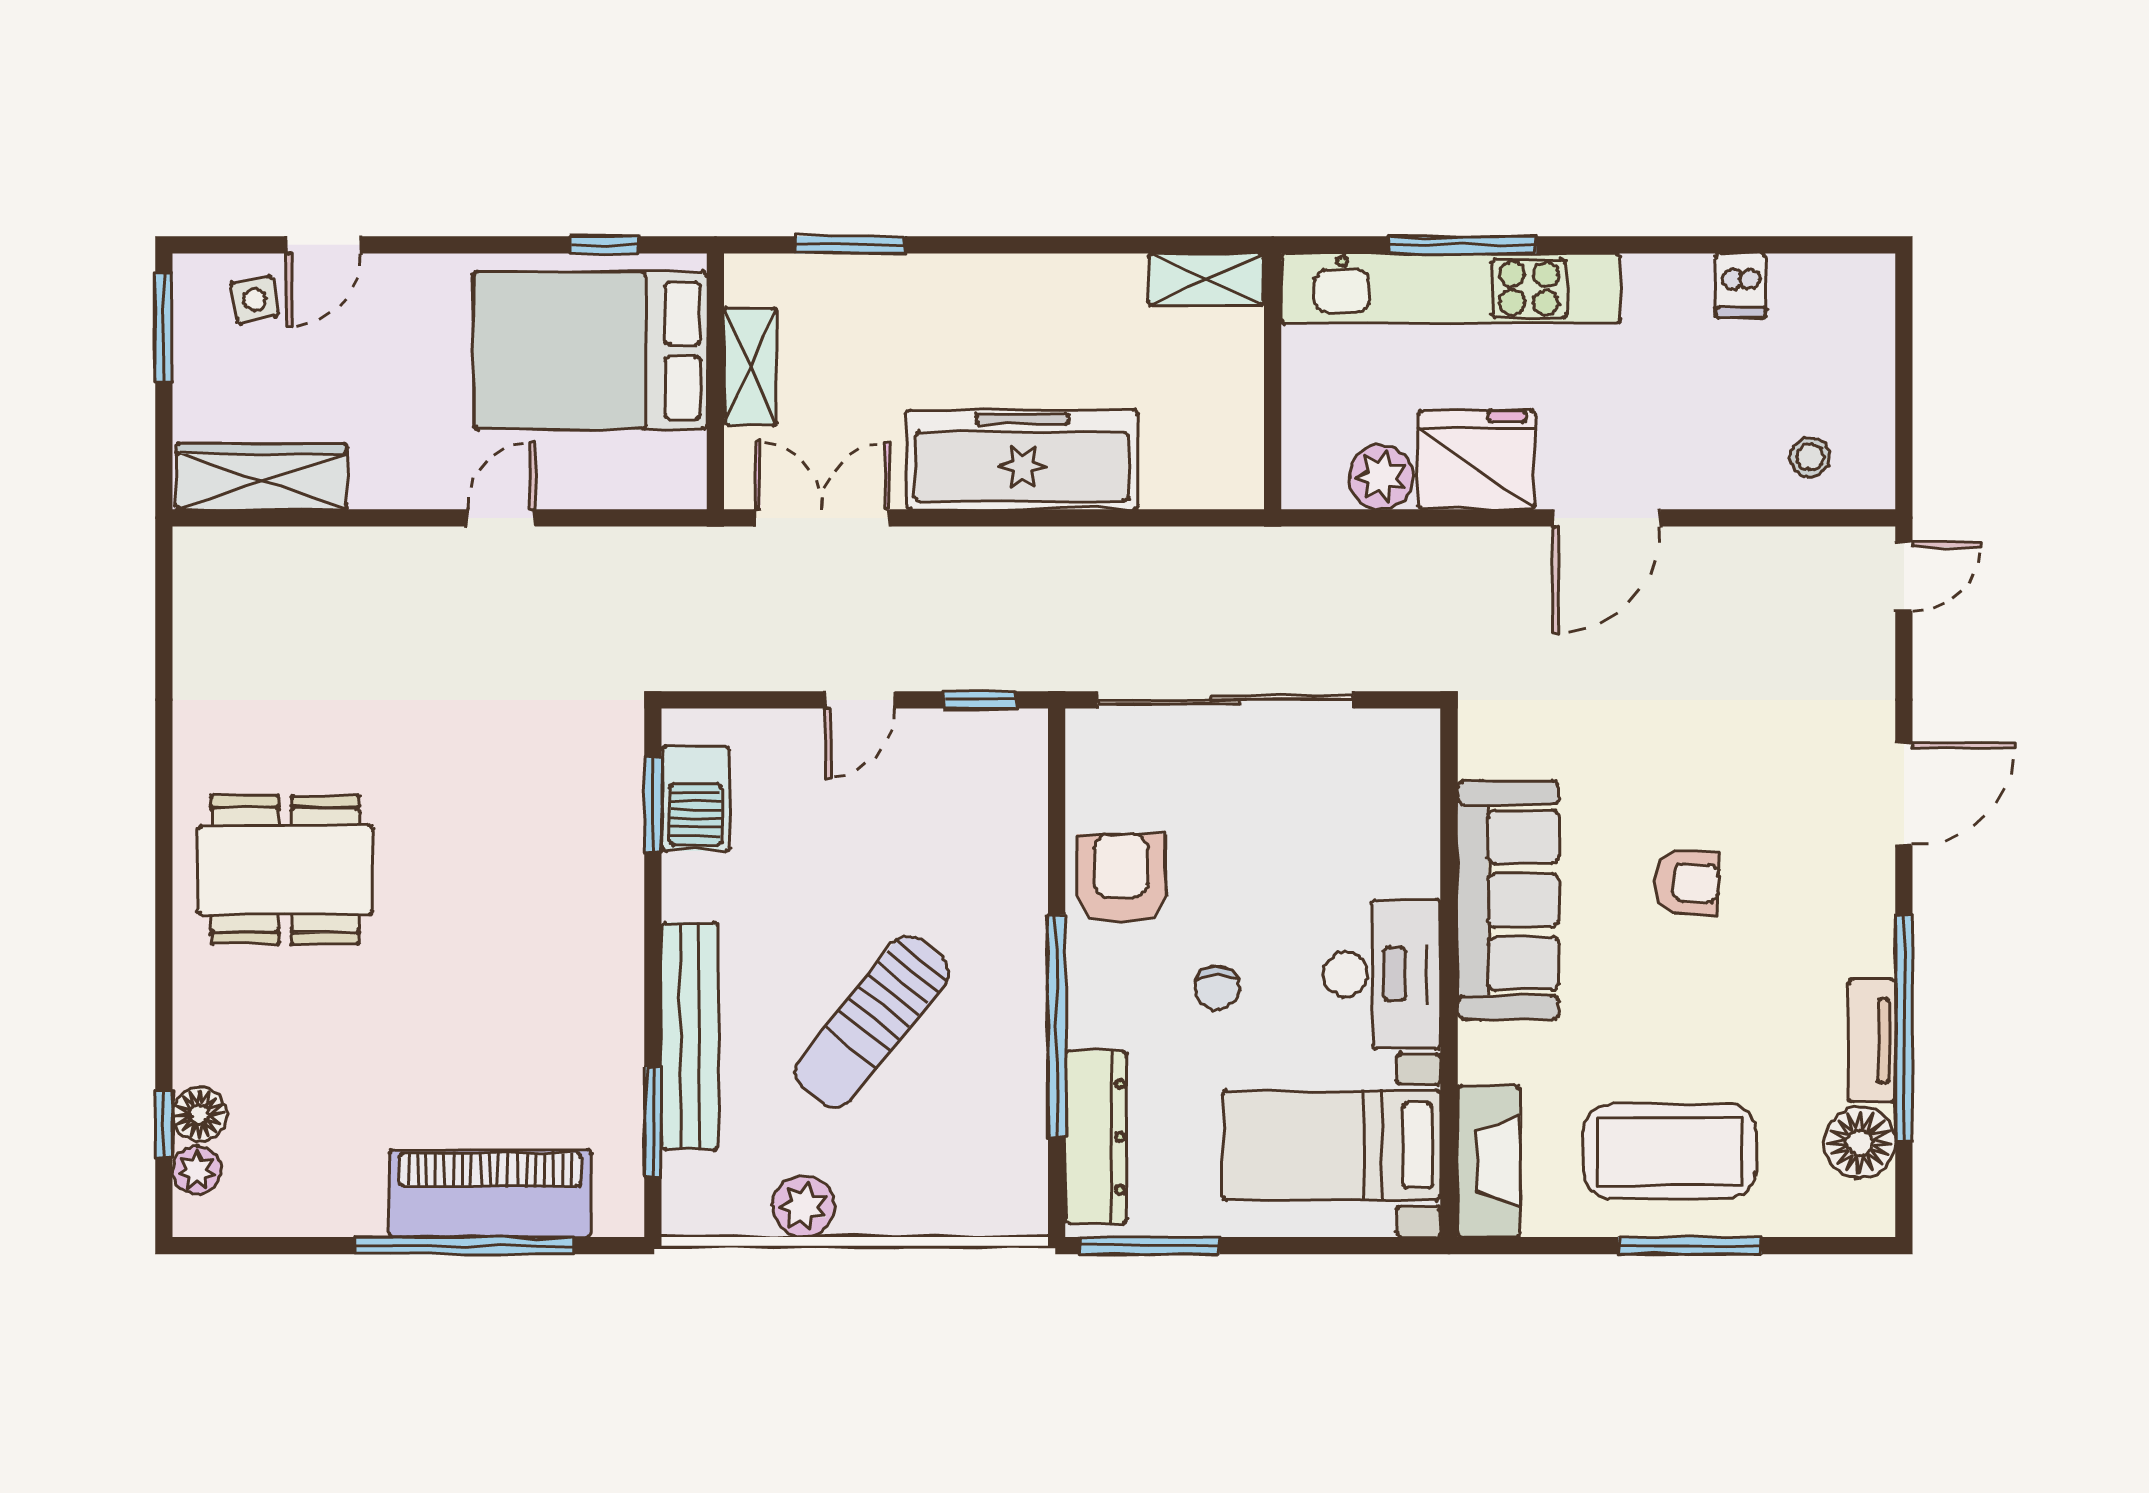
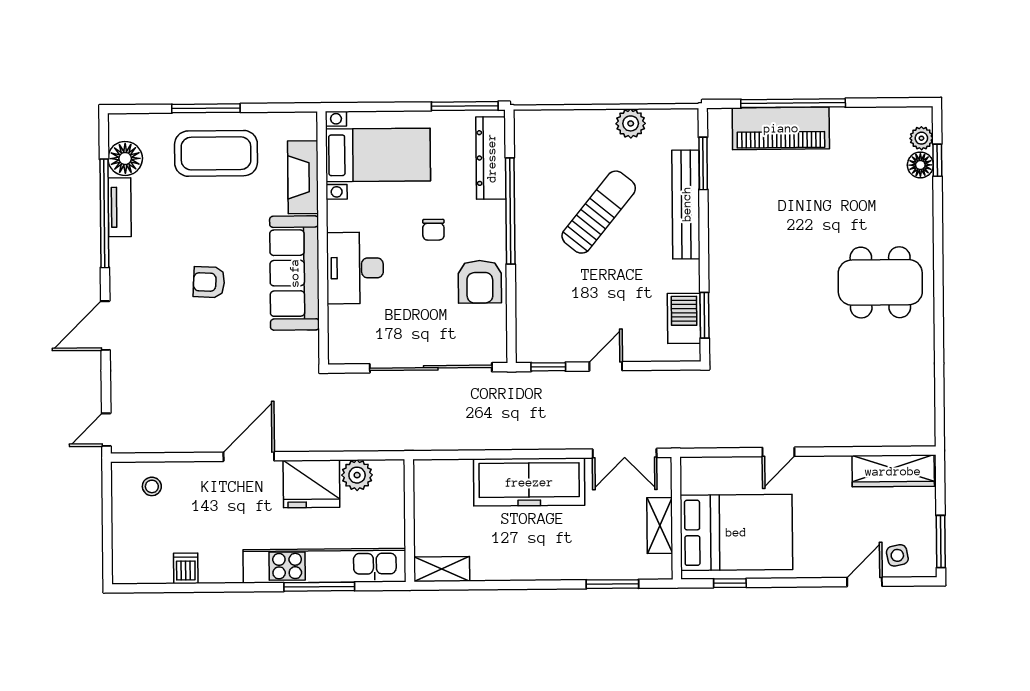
desk: (1382, 974) -> (355, 268), moved
chair: (1217, 988) -> (433, 230), turned 180
fireplace: (1489, 1161) -> (303, 177), moved

